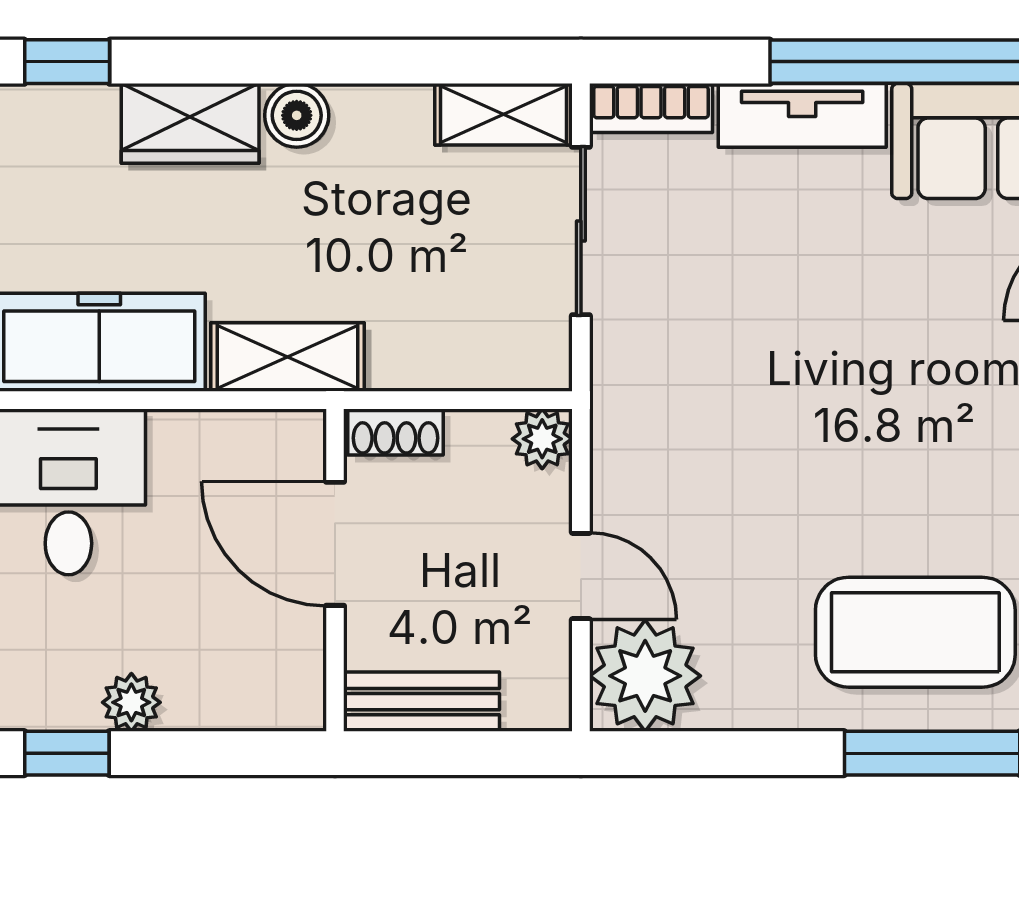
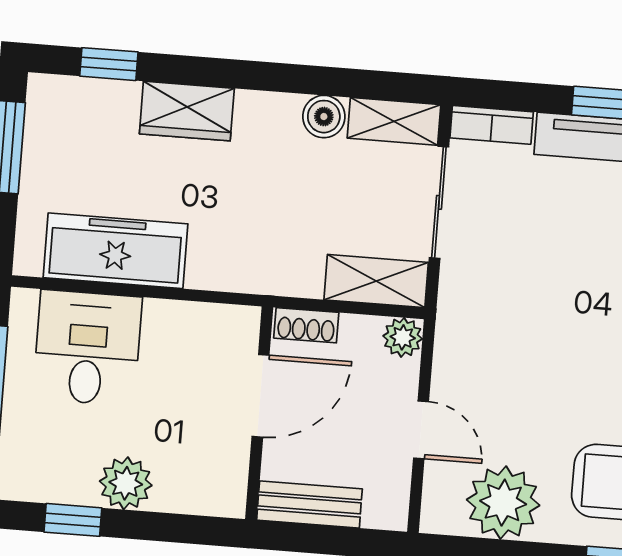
boiler: (297, 115) -> (324, 117), moved
shelving: (288, 357) -> (376, 281), moved
door: (335, 544) -> (261, 396), swing flipped
plant: (645, 676) -> (503, 503), moved
plant: (131, 702) -> (126, 483), width x1.38, depth x1.38

